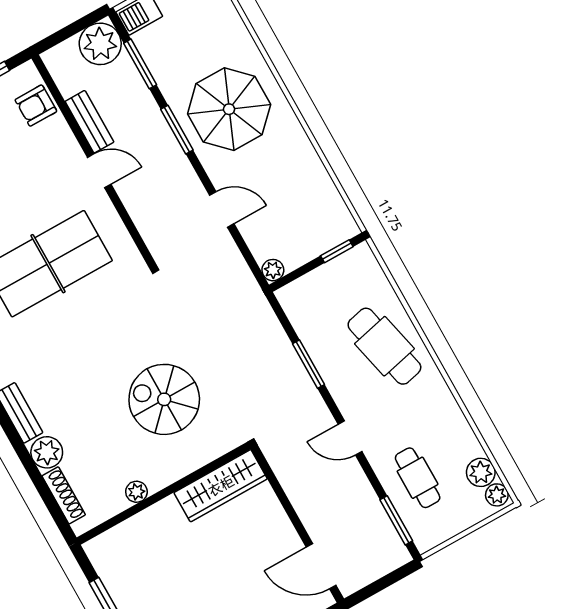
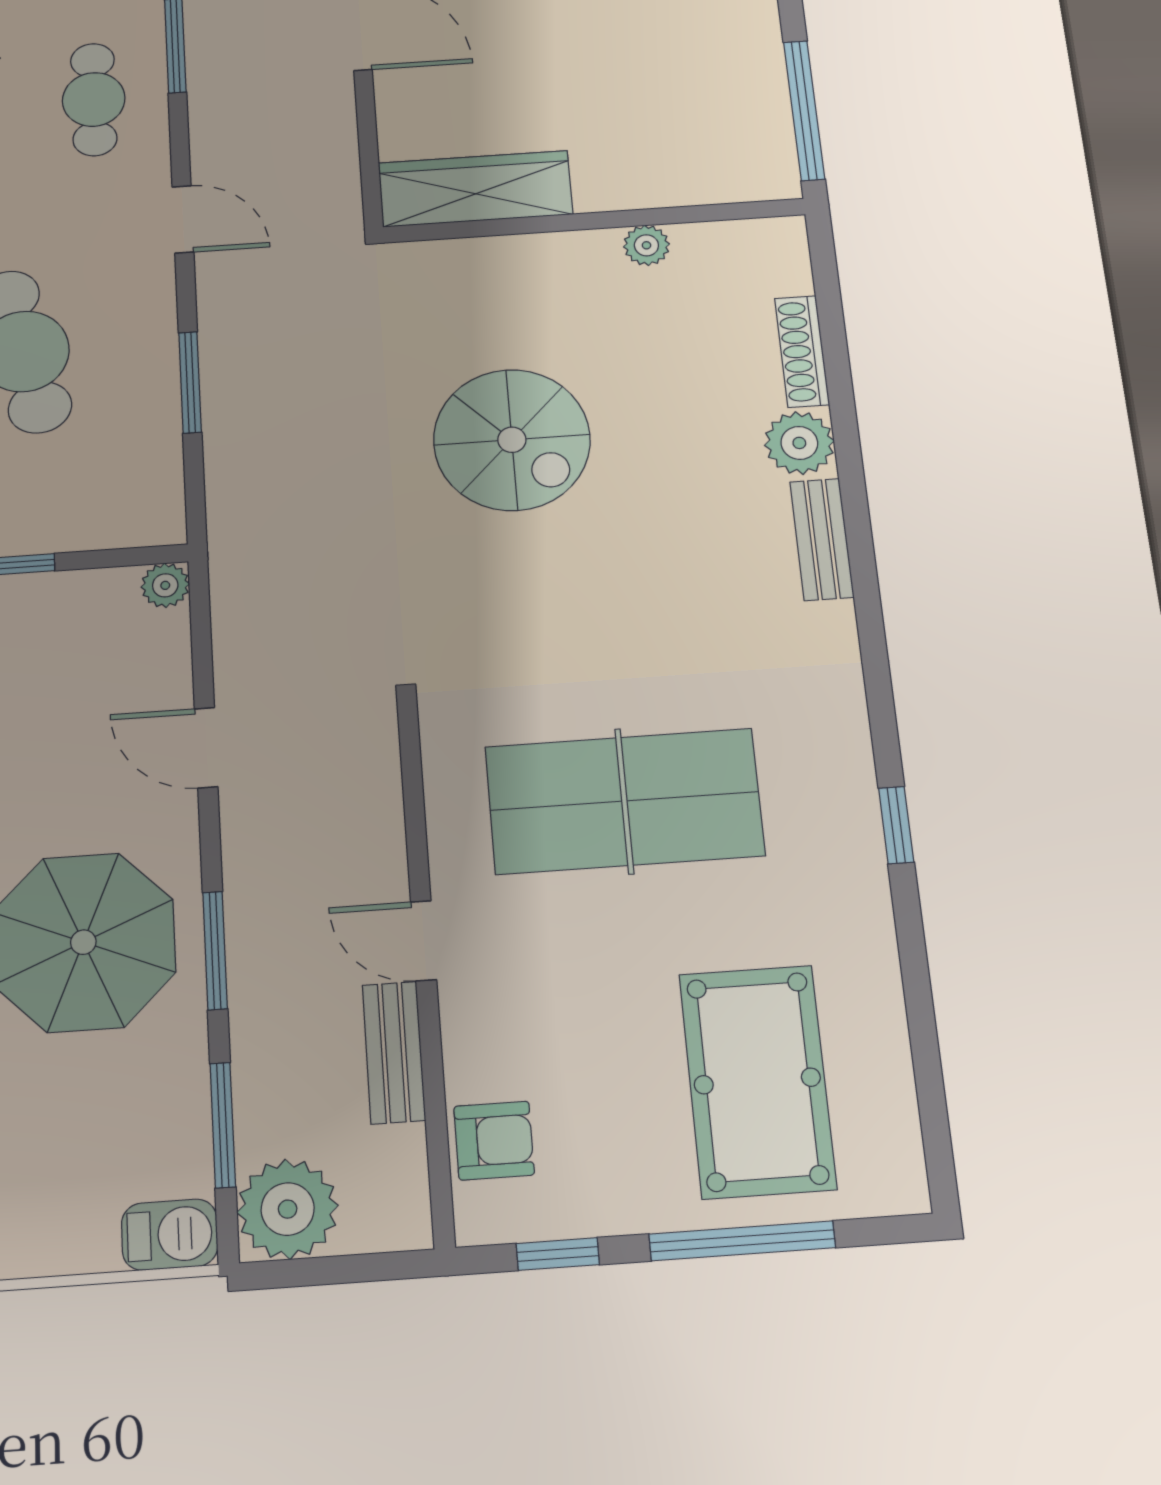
wardrobe: (221, 486) -> (475, 189), moved
plant: (136, 492) -> (646, 245), moved
wall: (164, 493) -> (594, 221), moved

